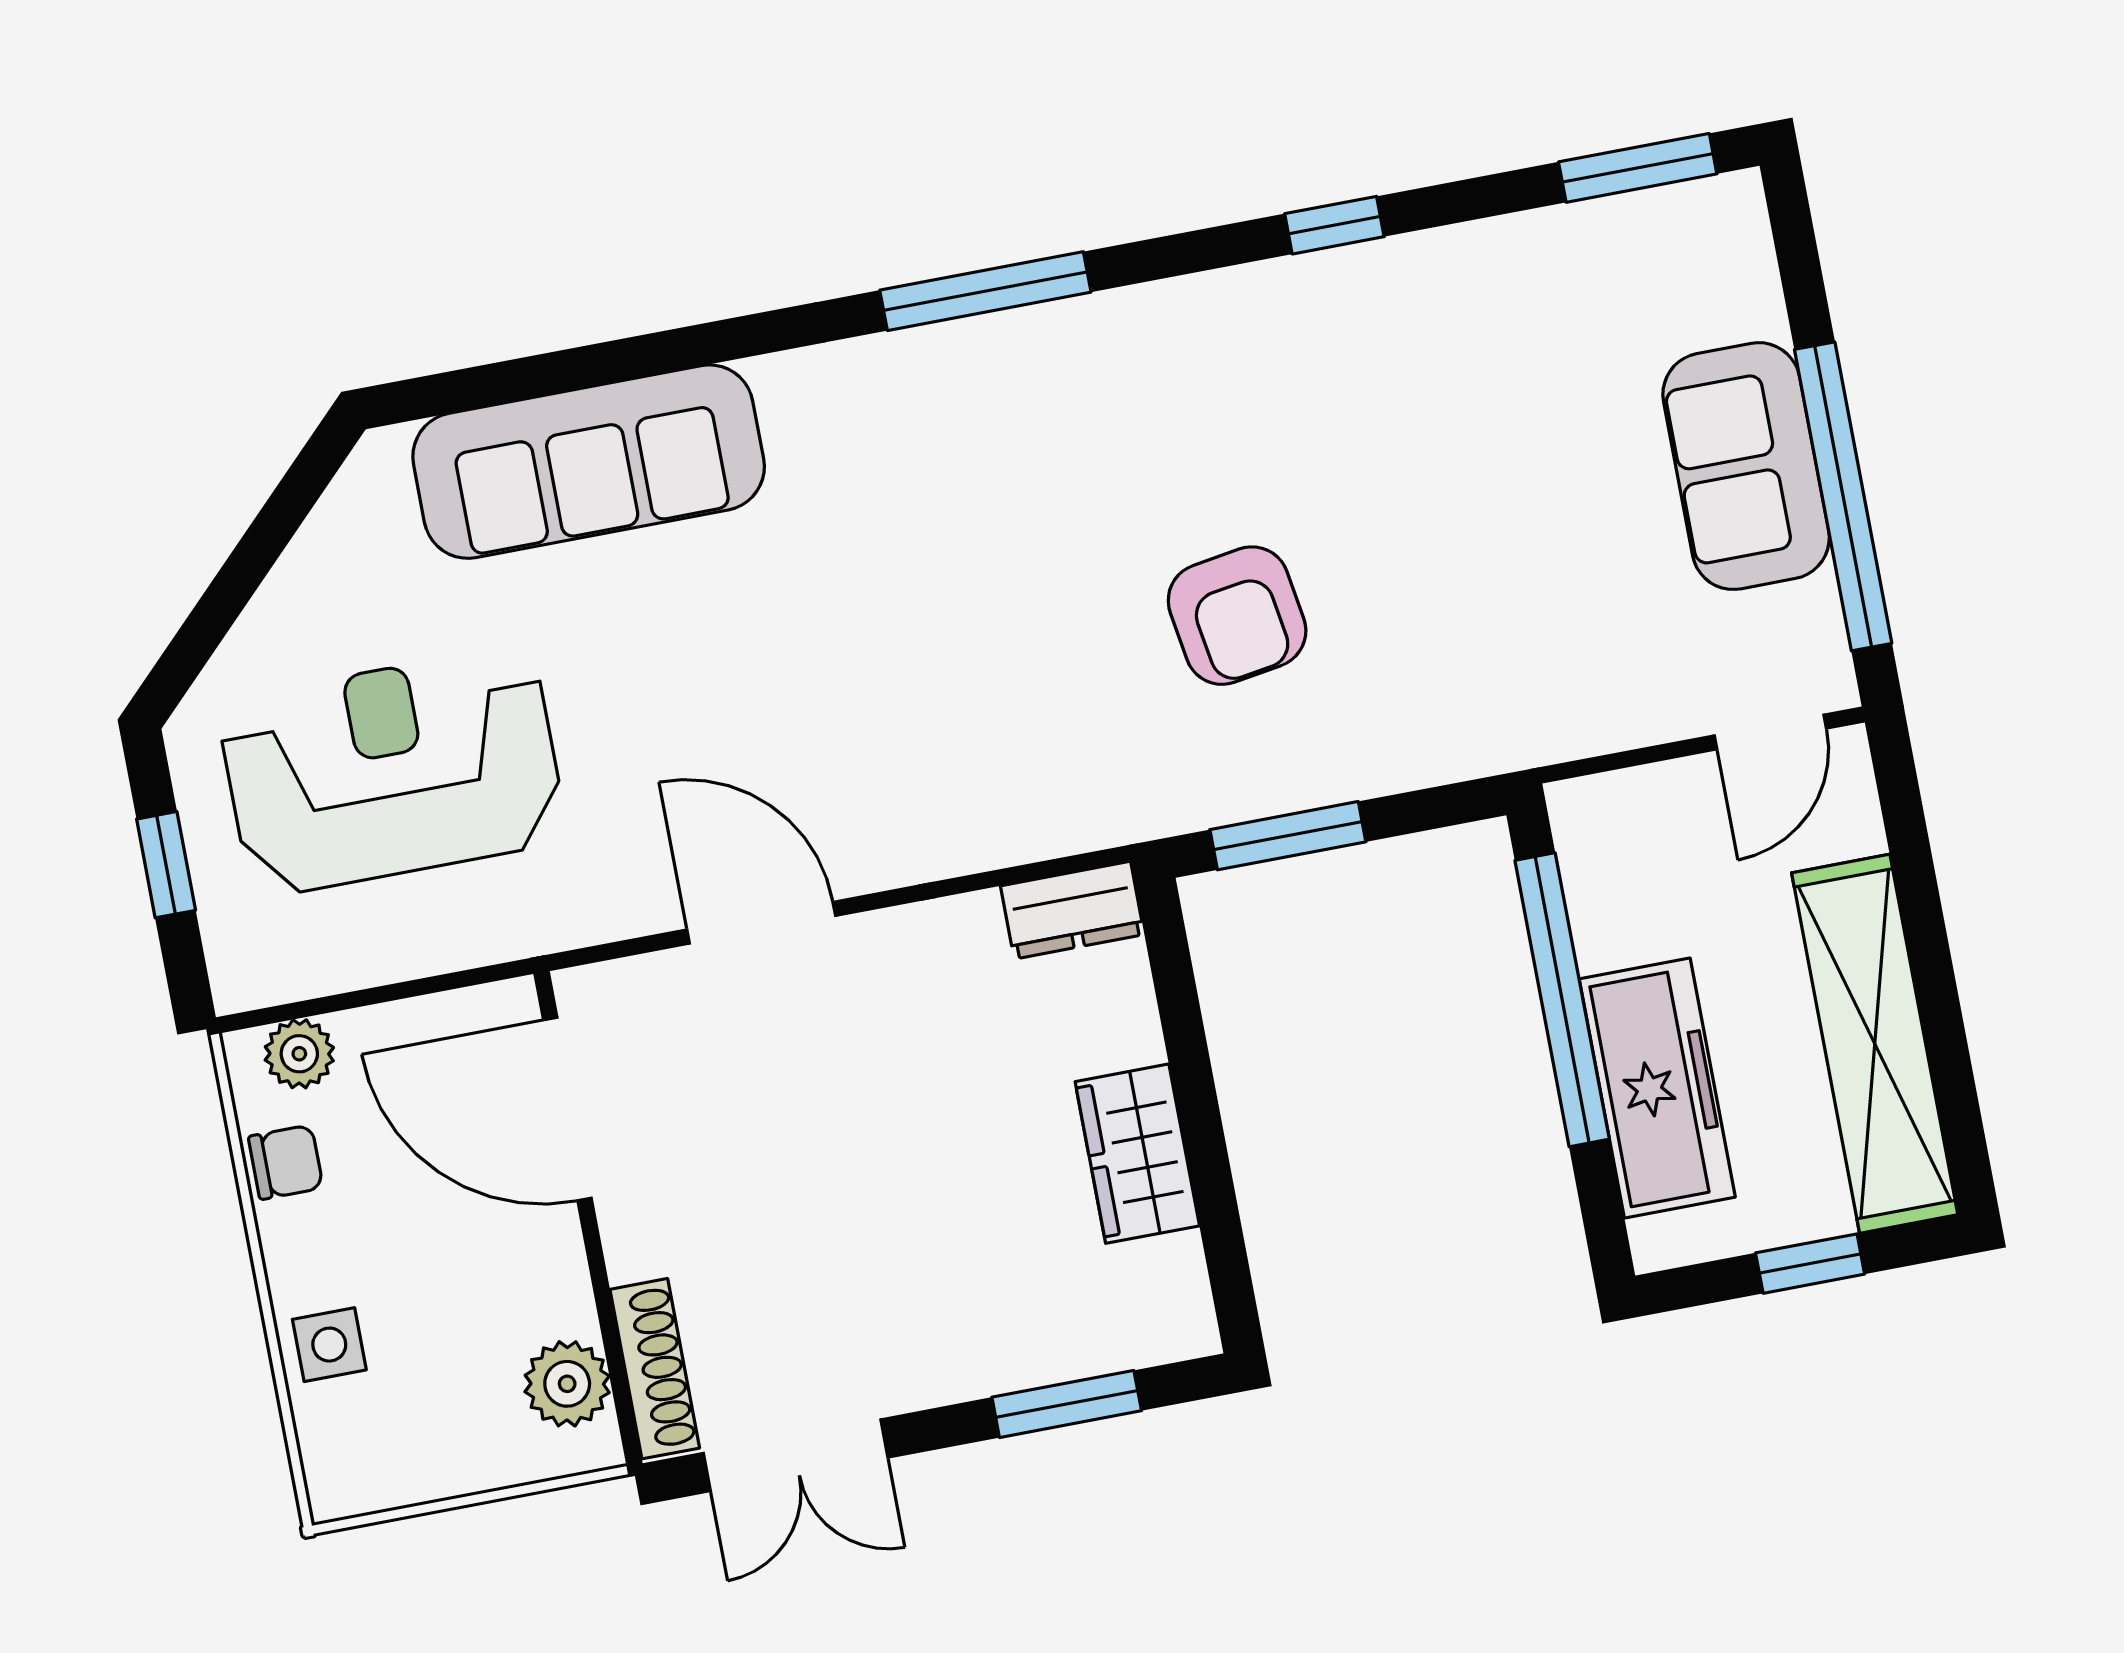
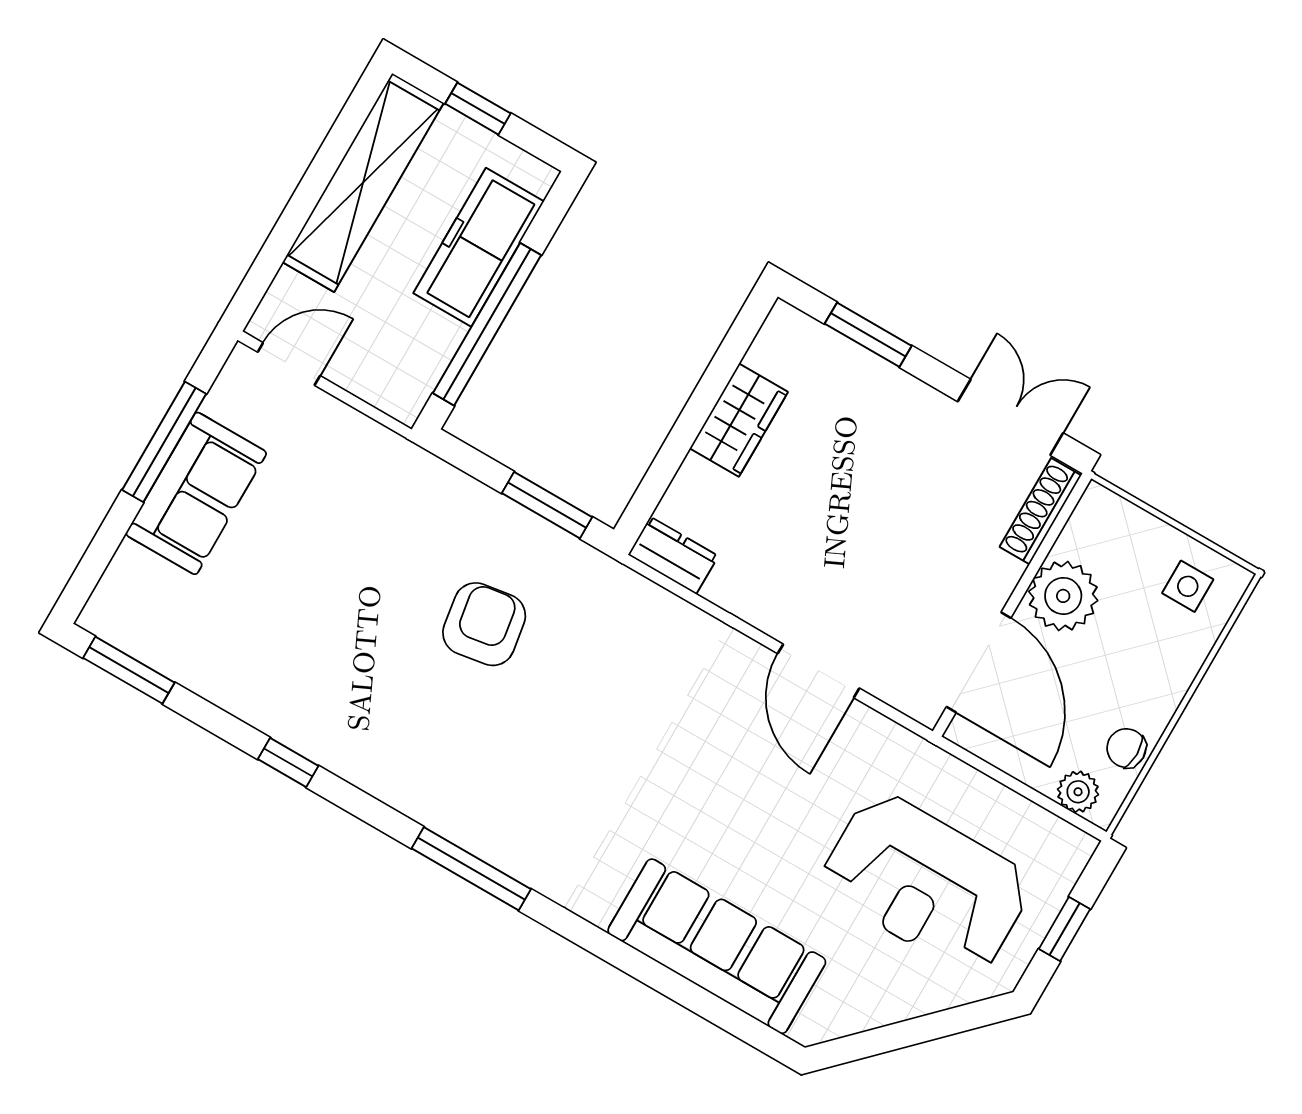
window: (1843, 496) -> (164, 442), width x0.68
side table: (329, 1345) -> (1188, 586), moved
plant: (567, 1384) -> (1063, 596), moved, width x1.36, depth x1.36

